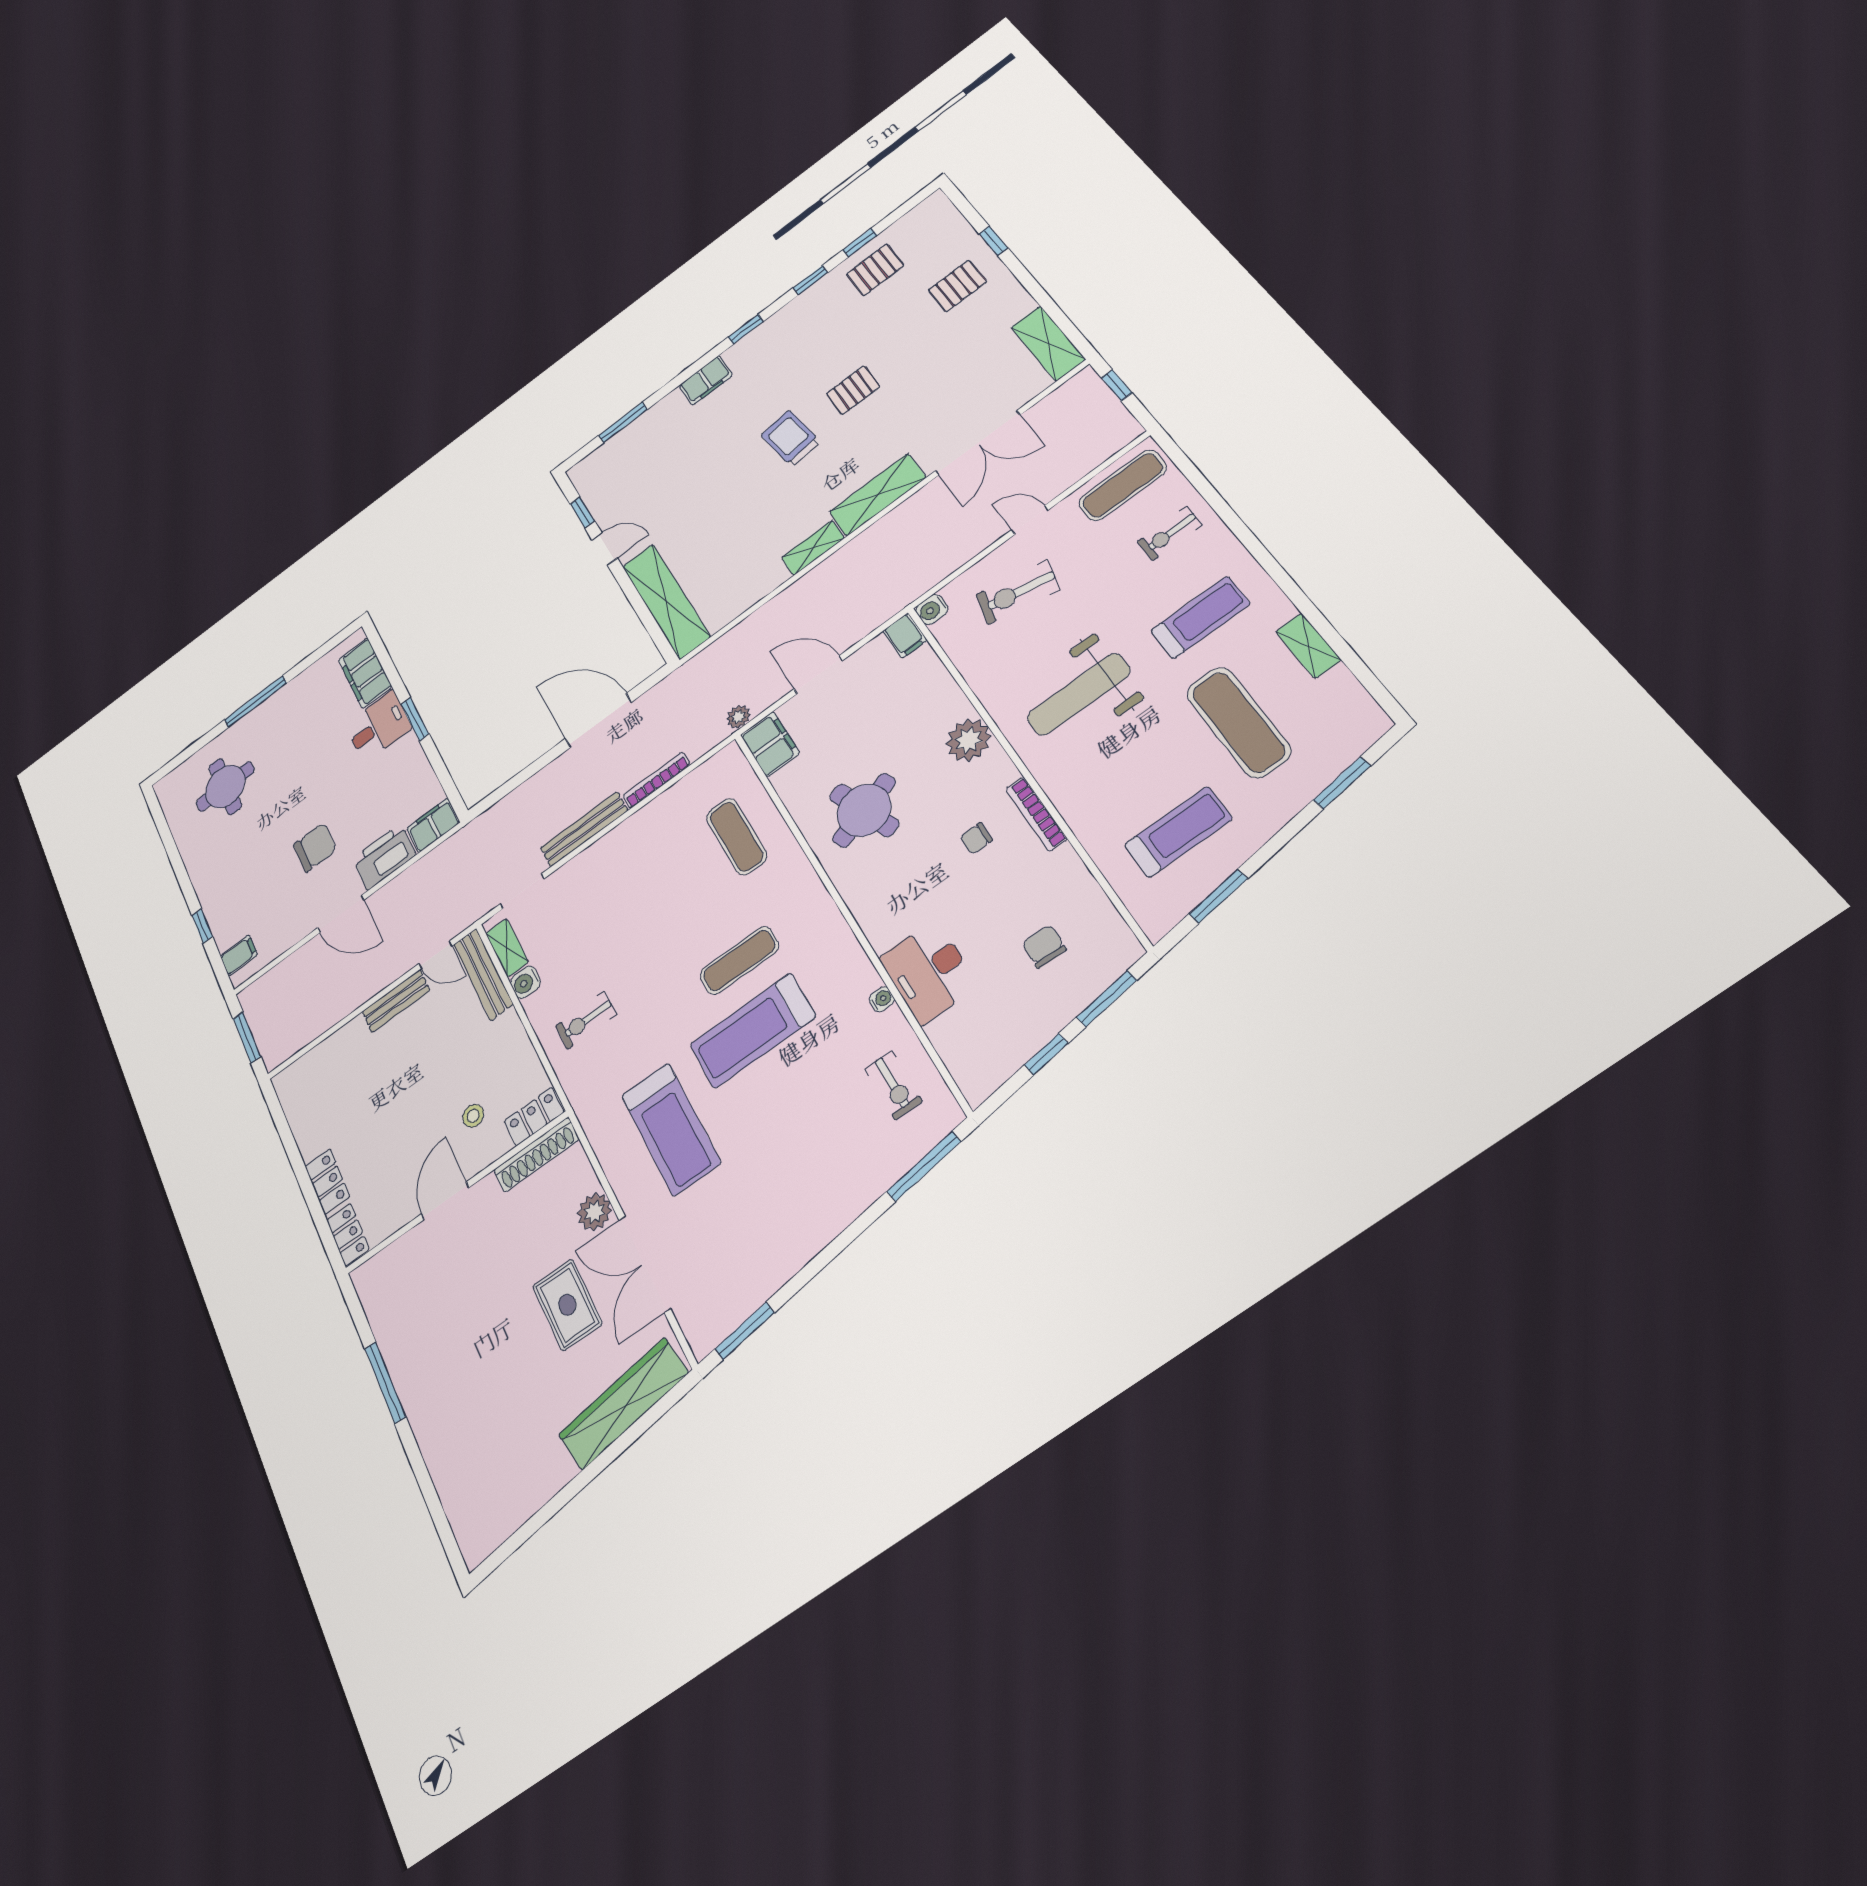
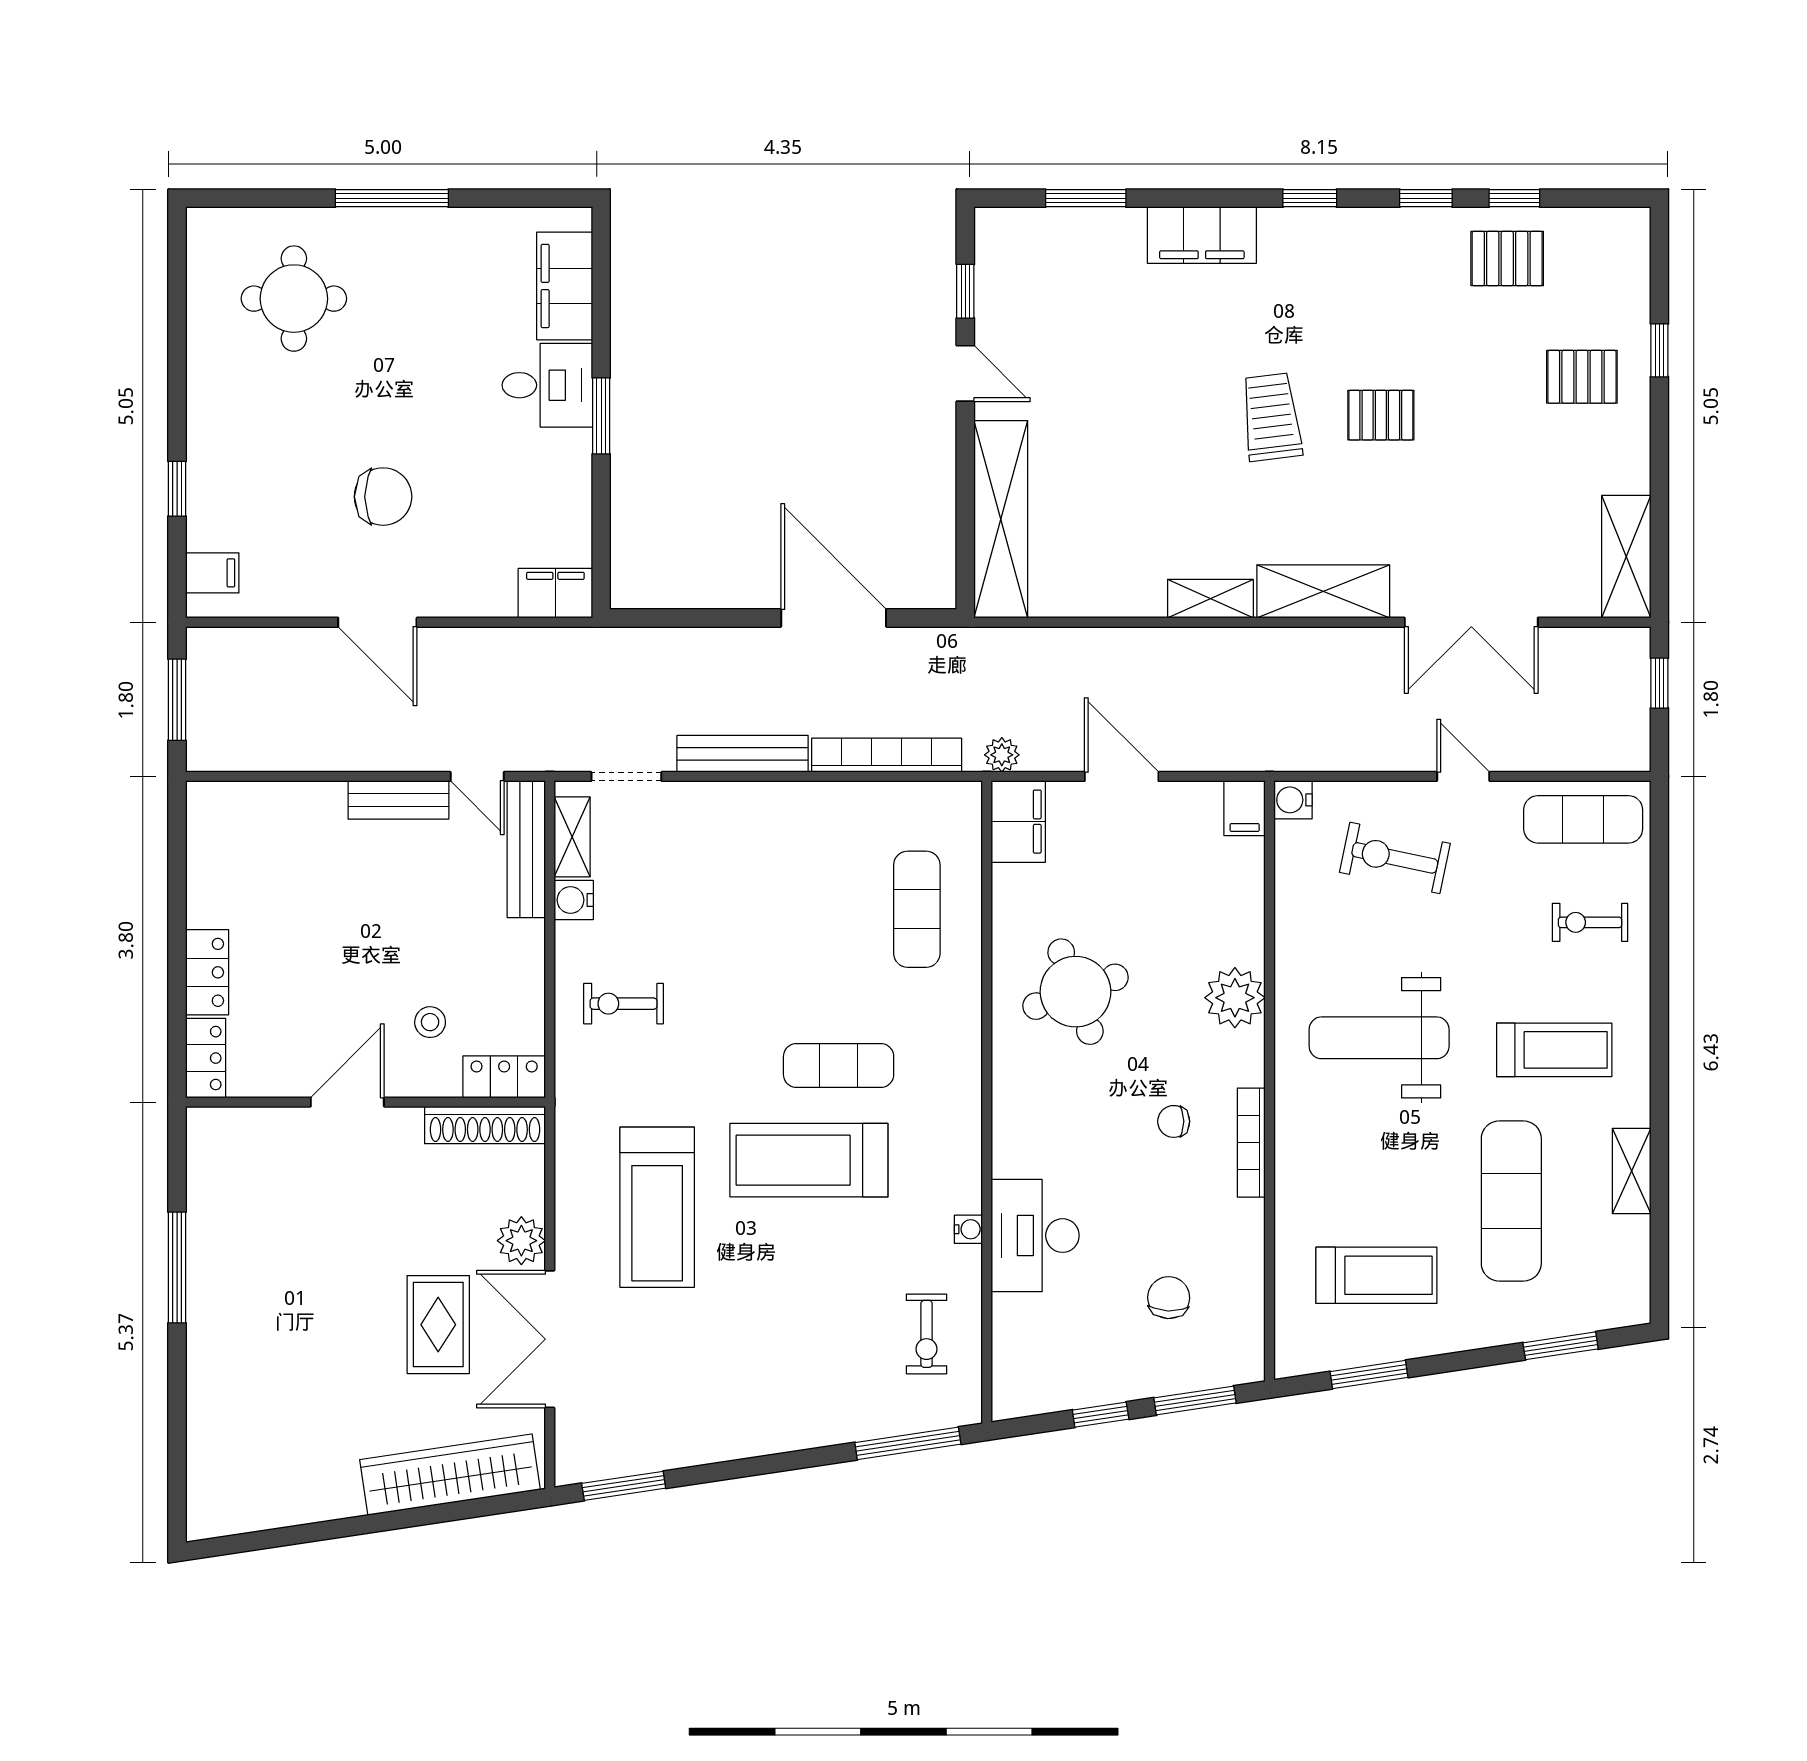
filing cabinet: (706, 380) -> (1202, 235), width x1.50, depth x1.17
bookcase: (656, 780) -> (887, 755), width x1.48, depth x1.31
printer: (384, 857) -> (471, 586), removed

